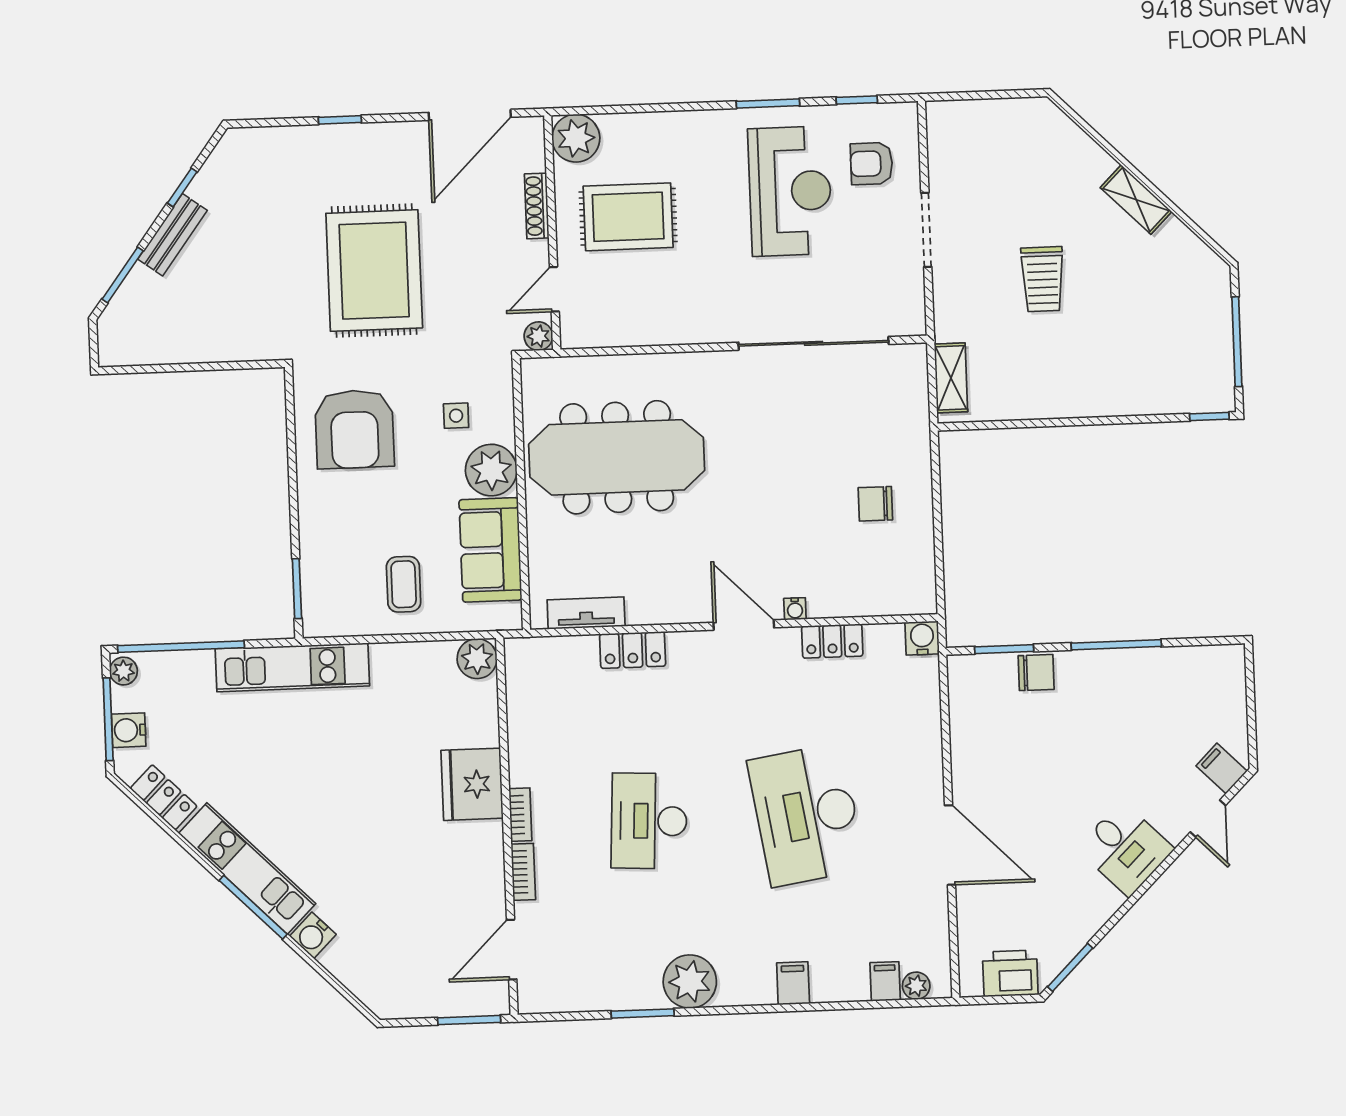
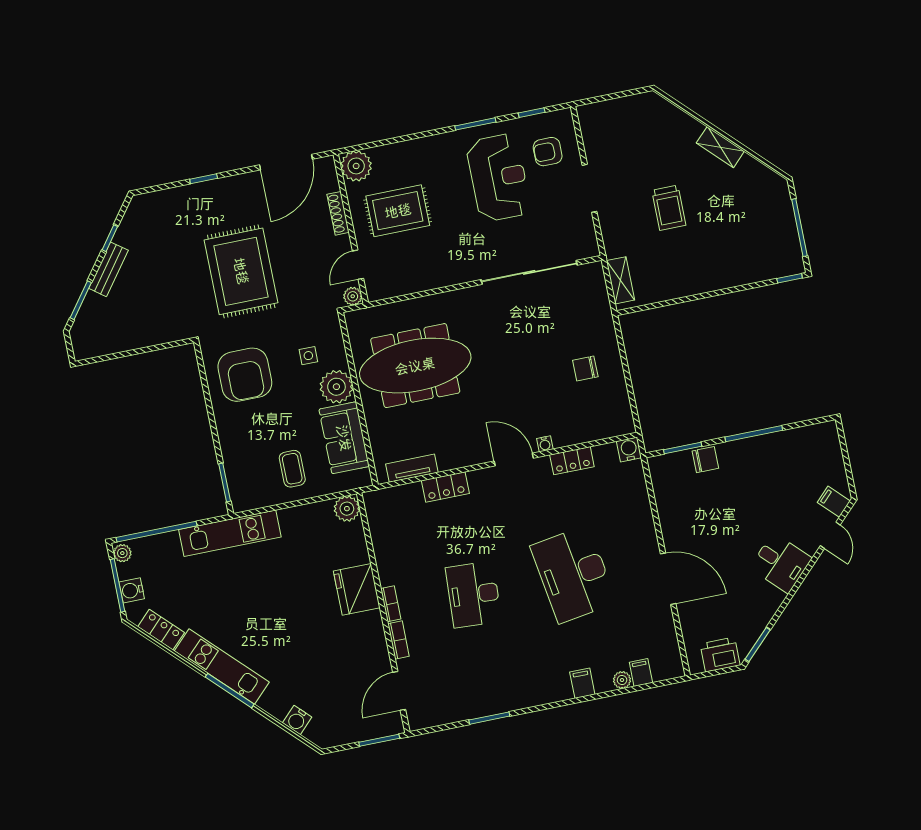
water cooler: (313, 935) -> (297, 720), moved
plant: (690, 982) -> (516, 693), removed
plant: (916, 986) -> (622, 680), moved

